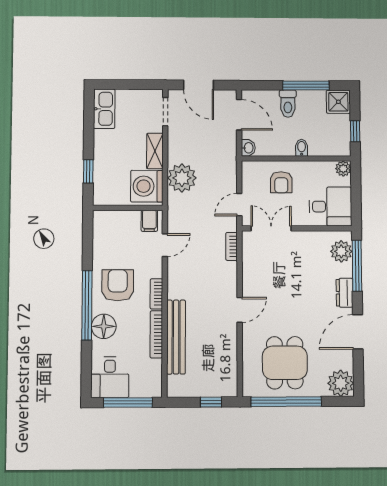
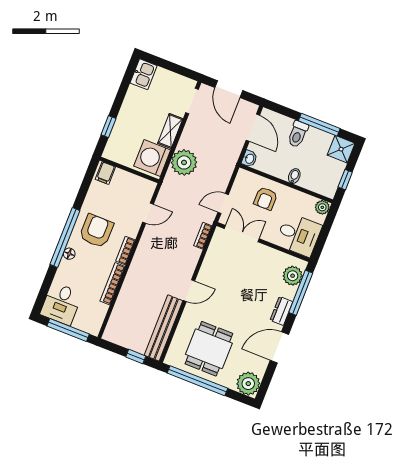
kitchen sink: (104, 109) -> (144, 74), width x0.73
filing cabinet: (149, 221) -> (105, 173), moved
floor lamp: (104, 326) -> (69, 254), width x0.53, depth x0.53
bench: (176, 337) -> (163, 328), moved

